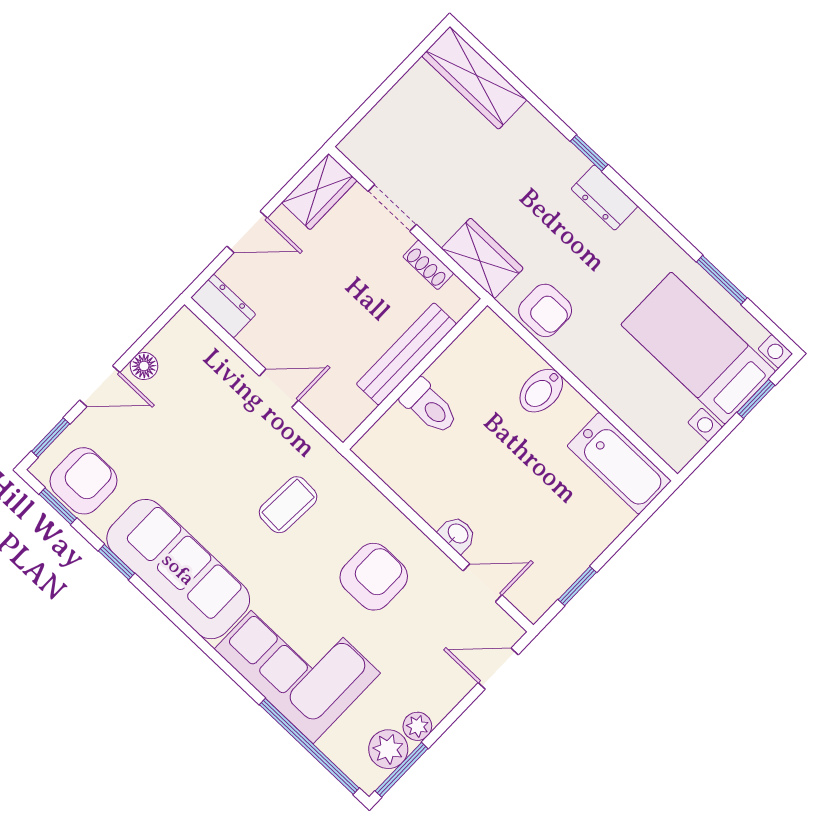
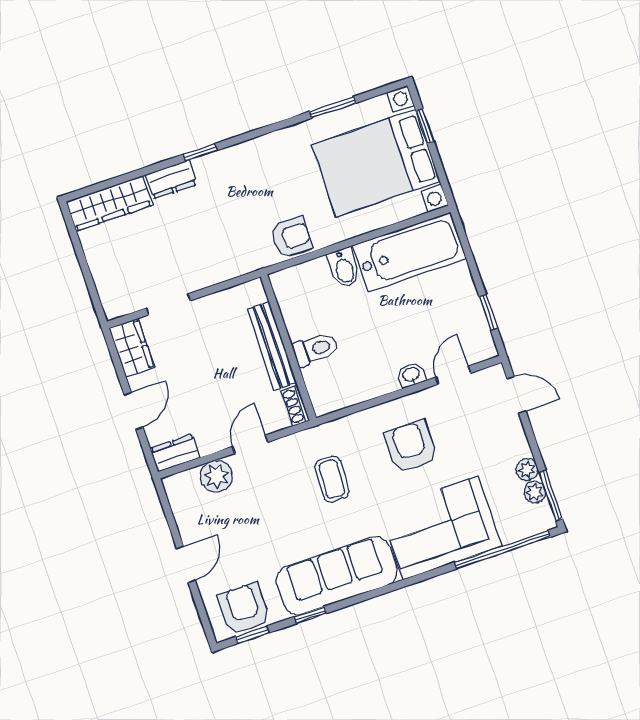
dresser: (605, 197) -> (171, 180), moved
wardrobe: (482, 258) -> (234, 261), removed
shoe rack: (428, 265) -> (295, 406), moved, turned 90
bed with nightstands: (698, 348) -> (376, 163), width x1.36
floor lamp: (144, 366) -> (188, 528), removed
plant: (221, 368) -> (216, 476), added
window: (51, 438) -> (203, 616), removed
bathtub: (619, 463) -> (409, 252), width x1.36, depth x1.36
door: (498, 669) -> (516, 395), swing flipped
plant: (388, 749) -> (535, 492), width x0.73, depth x0.73

